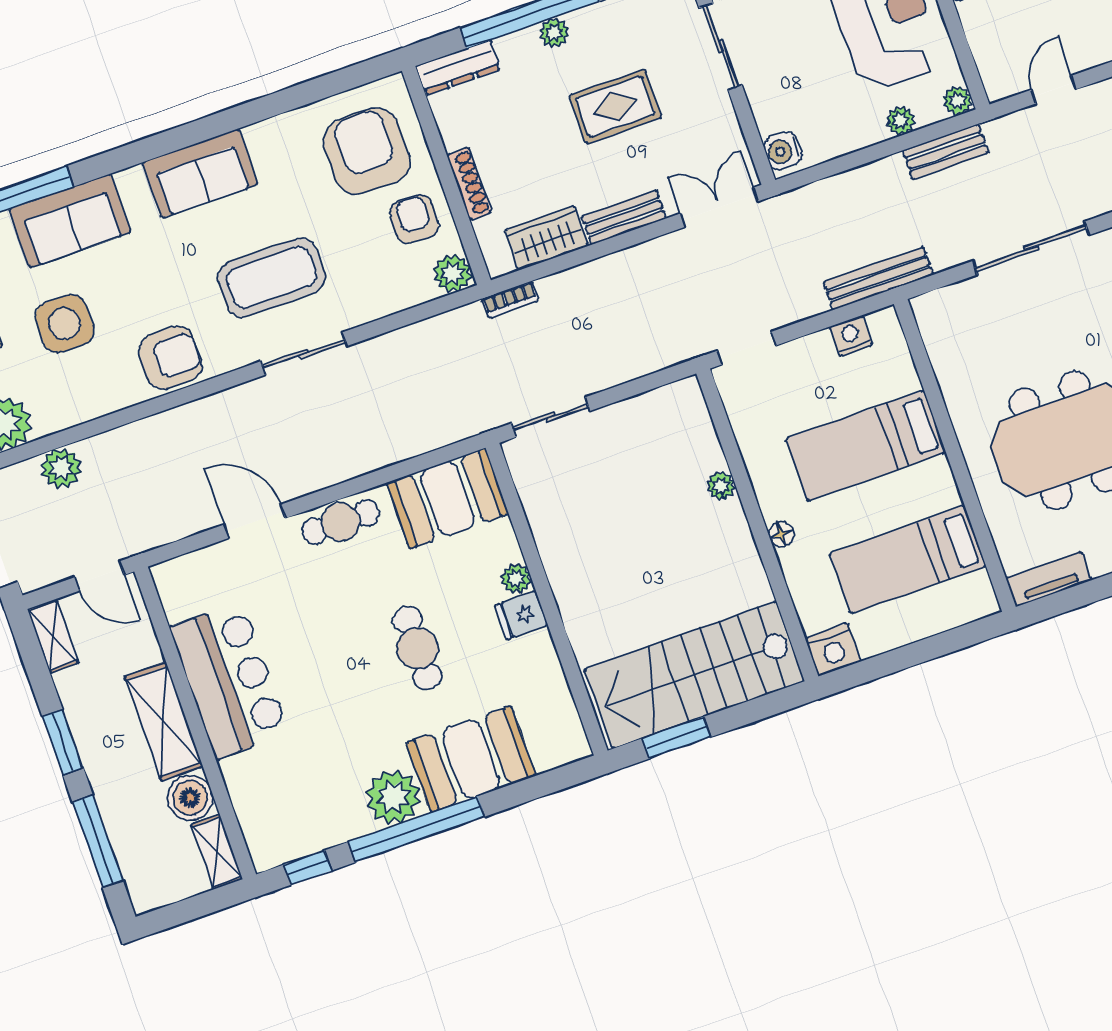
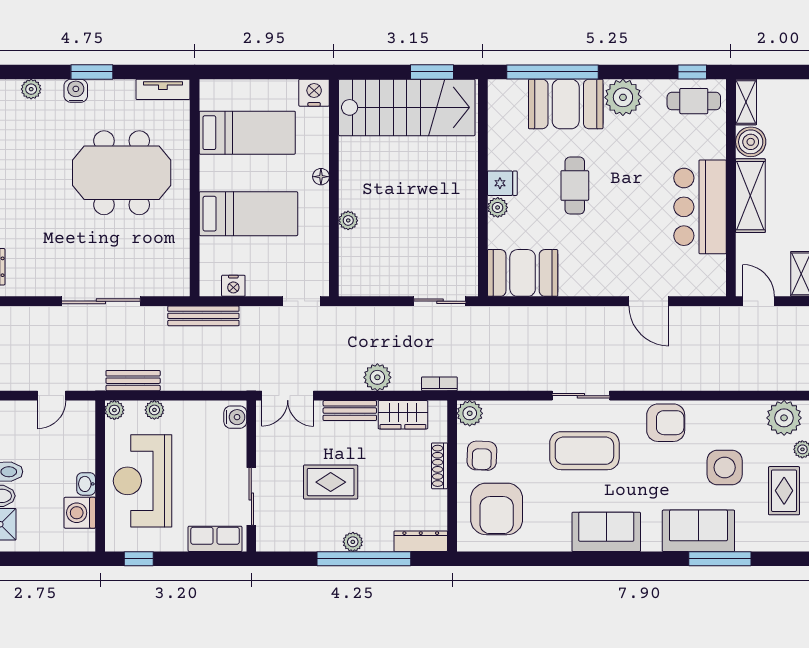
armchair: (170, 358) -> (666, 423), turned 180
plant: (61, 468) -> (377, 377), moved
cafe table: (341, 522) -> (694, 101), moved
window: (416, 829) -> (553, 72), moved

